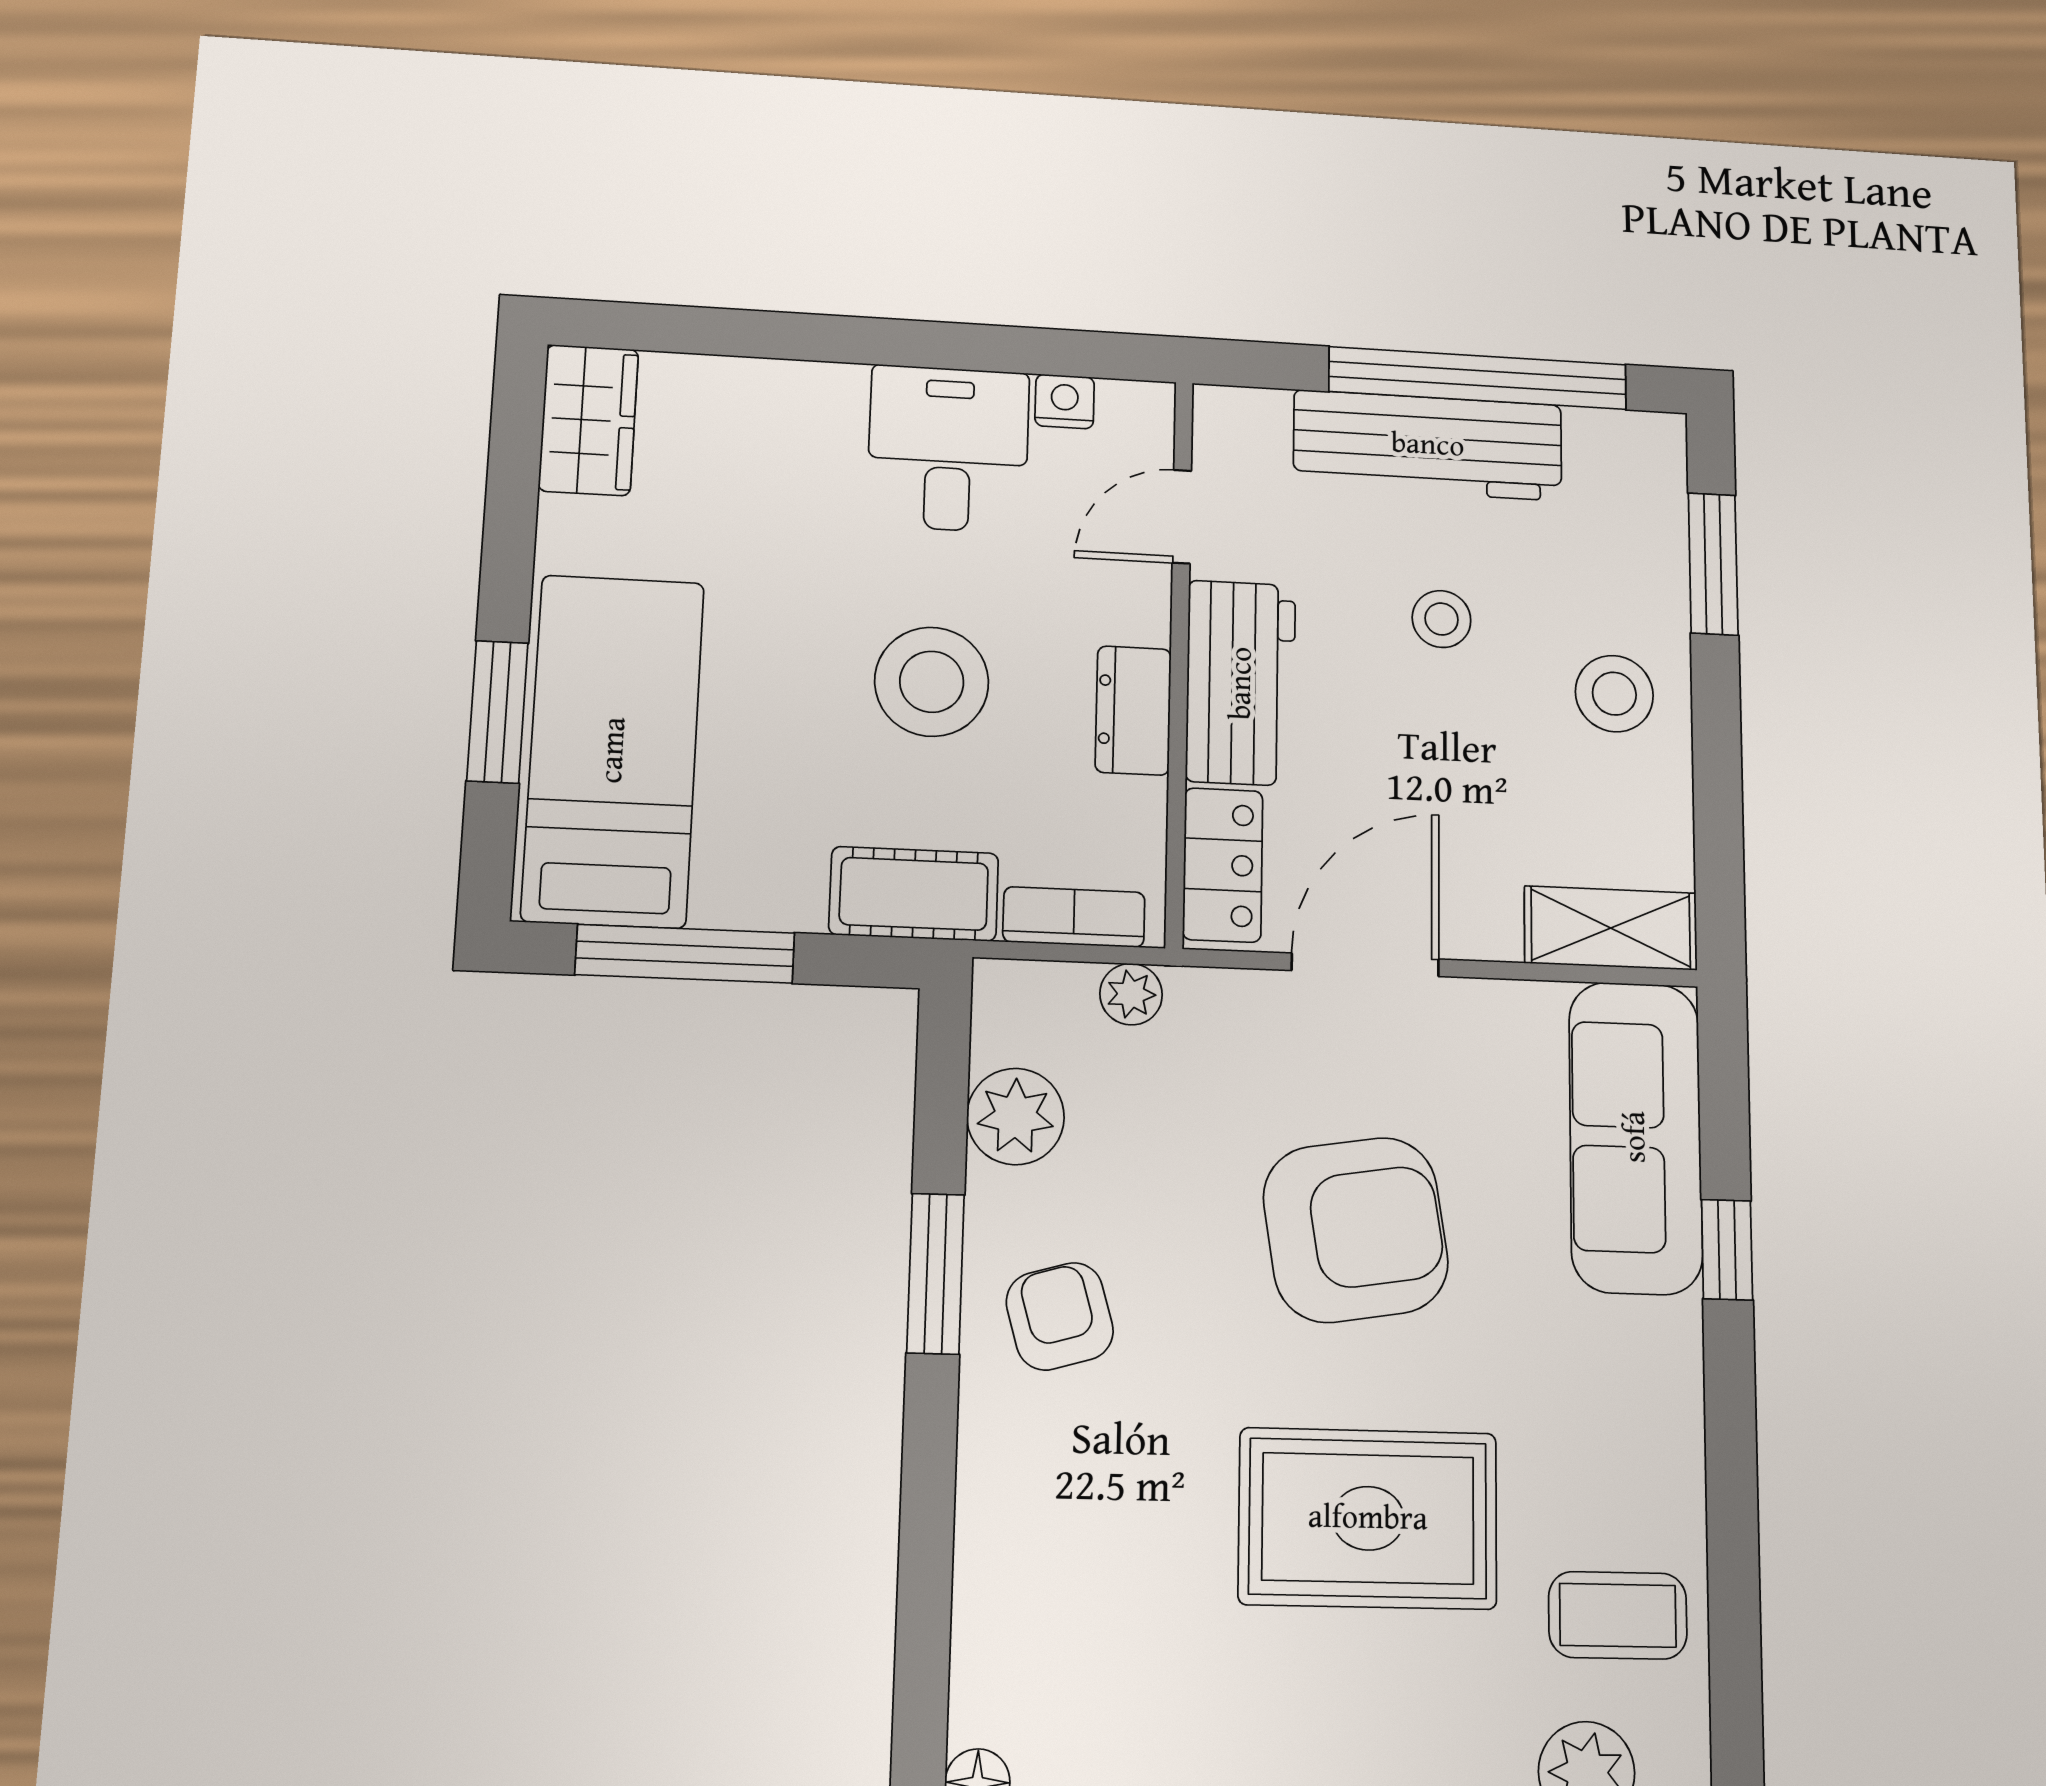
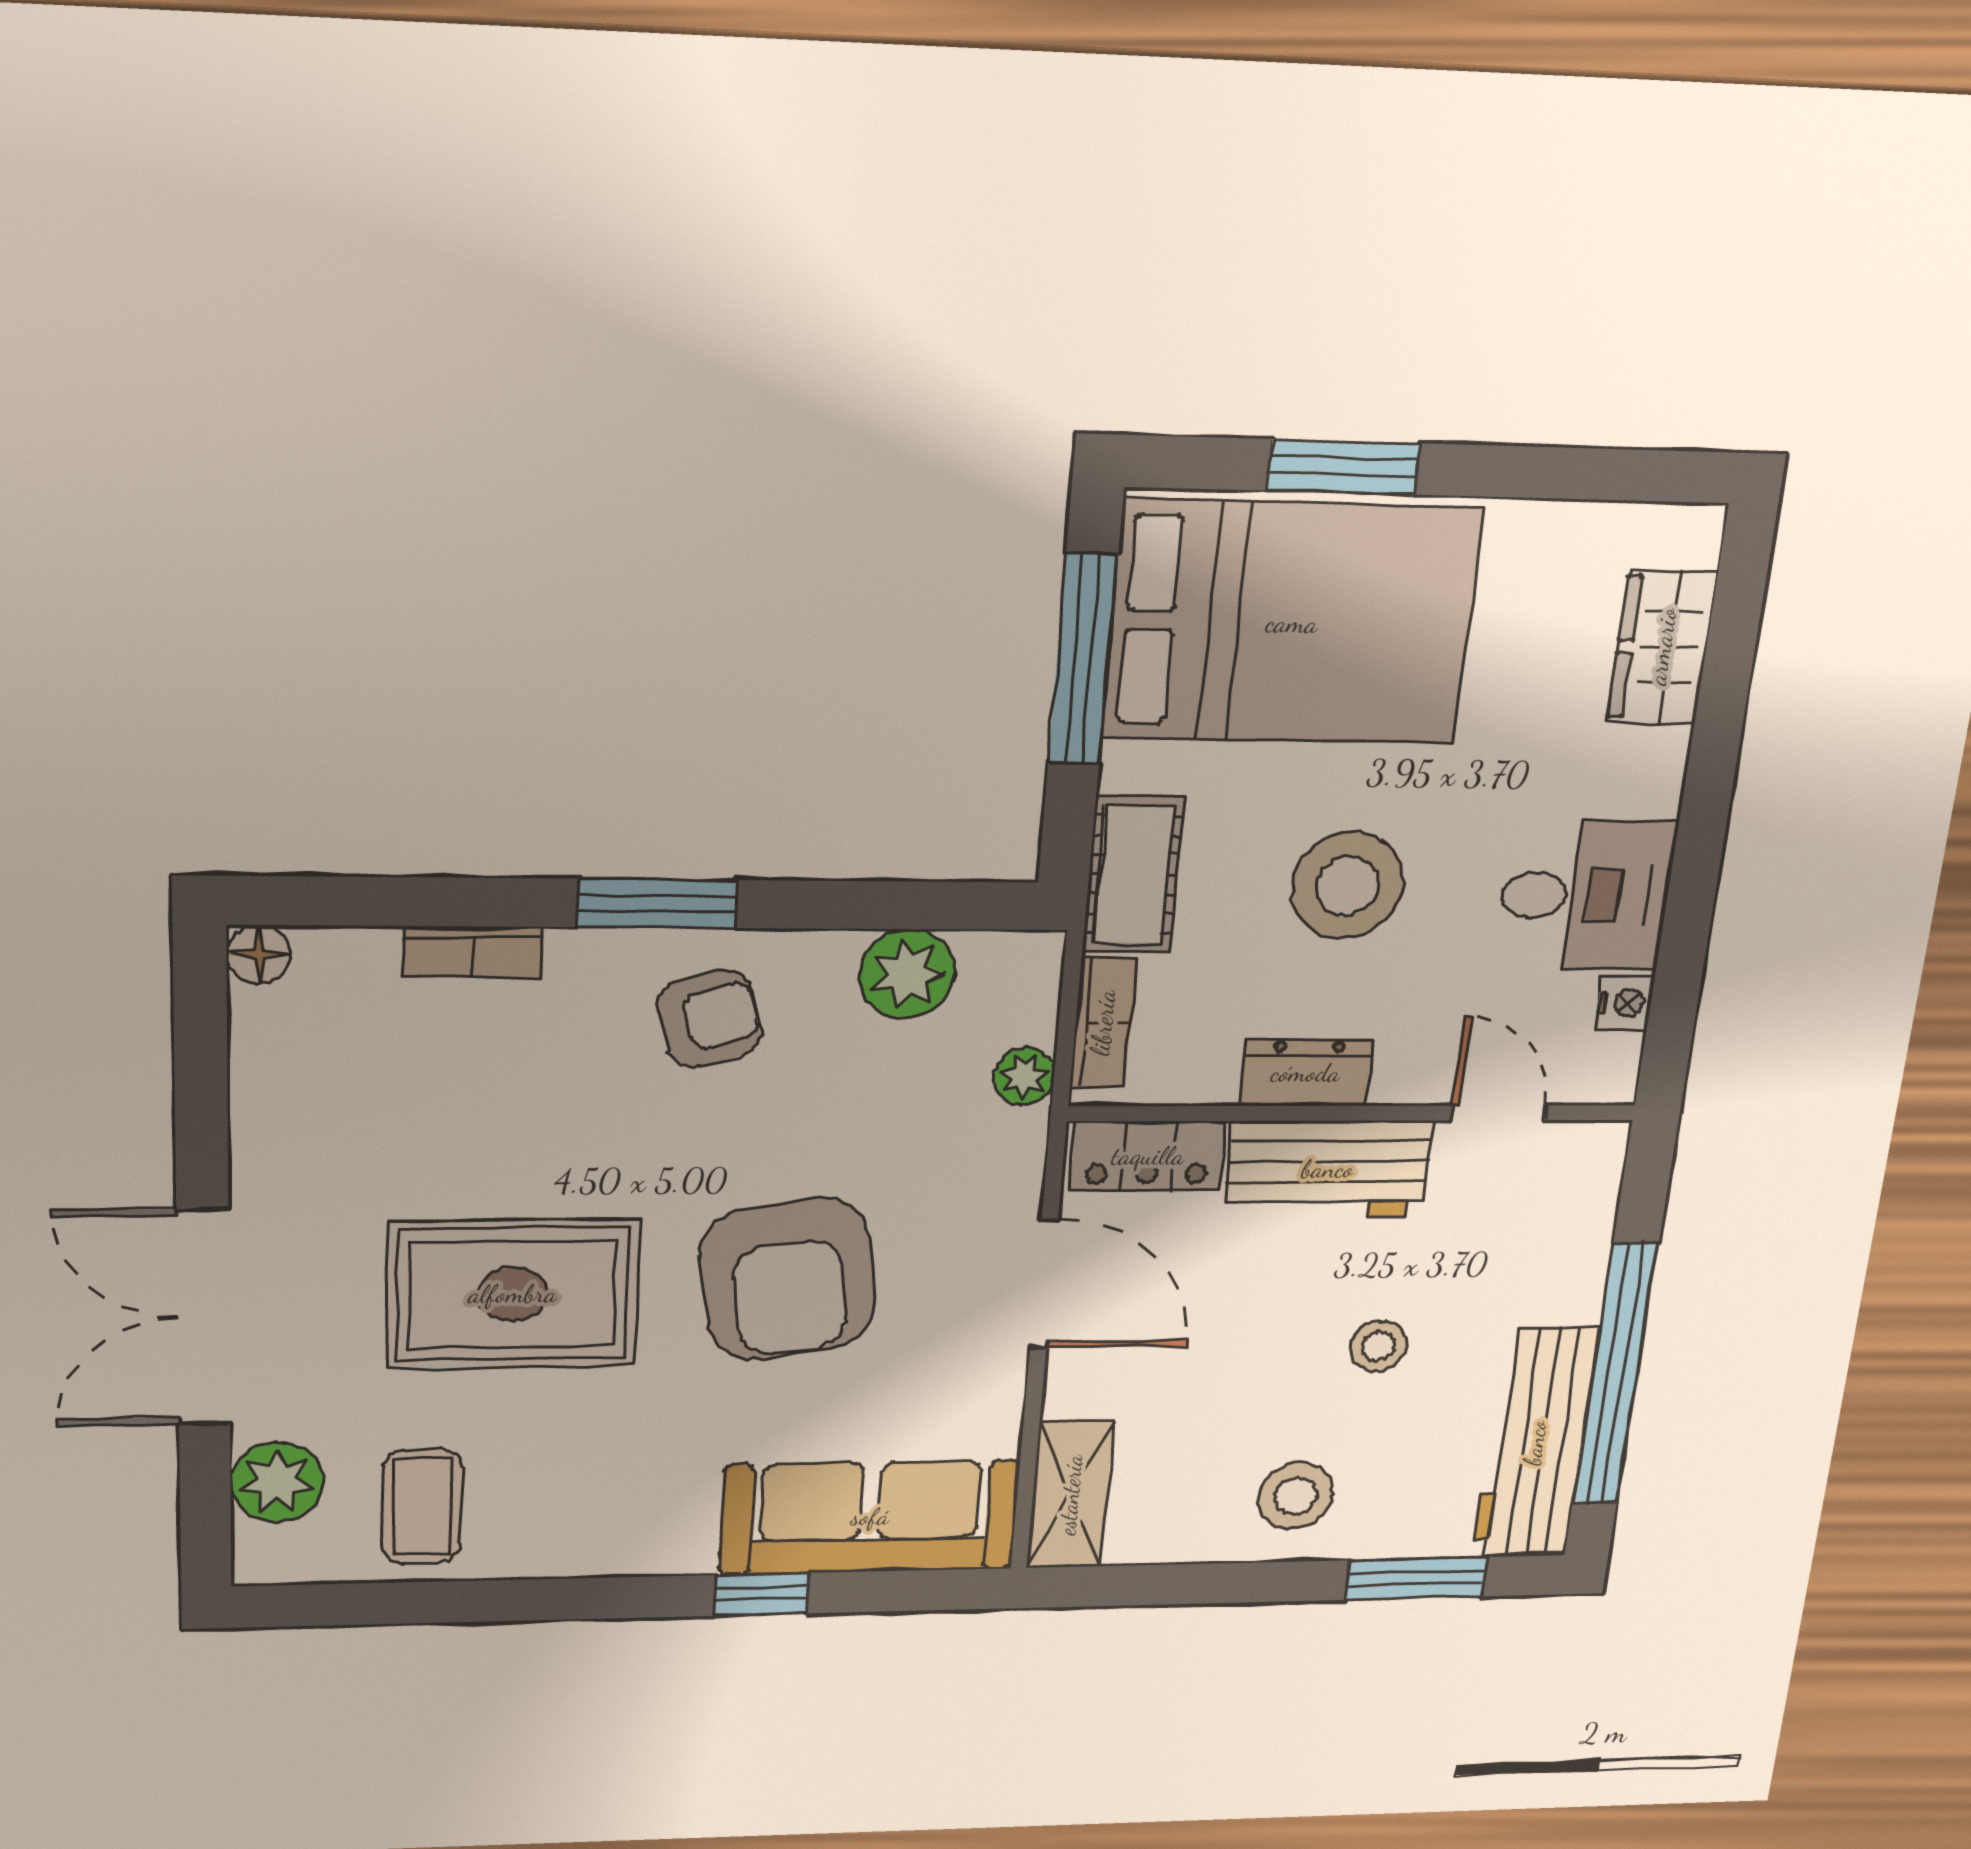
wardrobe: (588, 420) -> (1662, 647), moved, turned 90
workbench: (1428, 445) -> (1535, 1443), moved
bed: (613, 750) -> (1292, 623), width x1.50
window: (936, 1274) -> (657, 904), moved
rug: (1368, 1518) -> (513, 1294), turned 90
bookcase: (980, 1560) -> (473, 952), added

